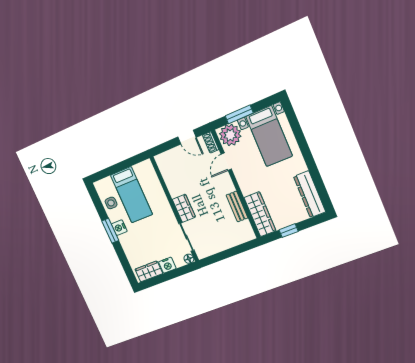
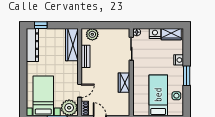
wardrobe: (184, 208) -> (124, 83), moved
nightstand: (119, 228) -> (179, 60), moved
window: (289, 231) -> (41, 25), moved
plant: (240, 236) -> (92, 34), added

